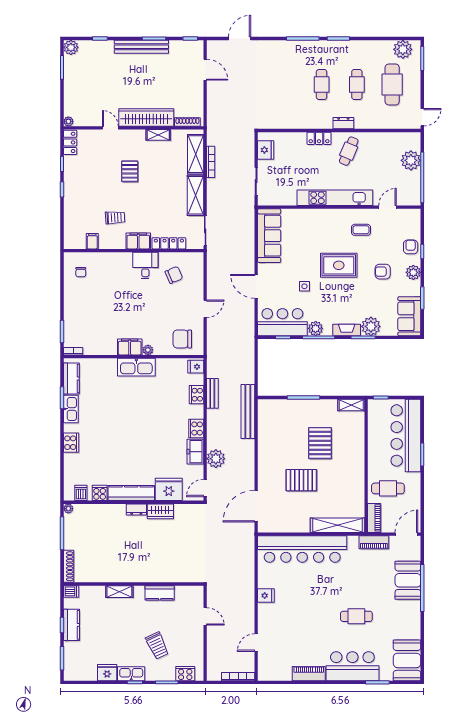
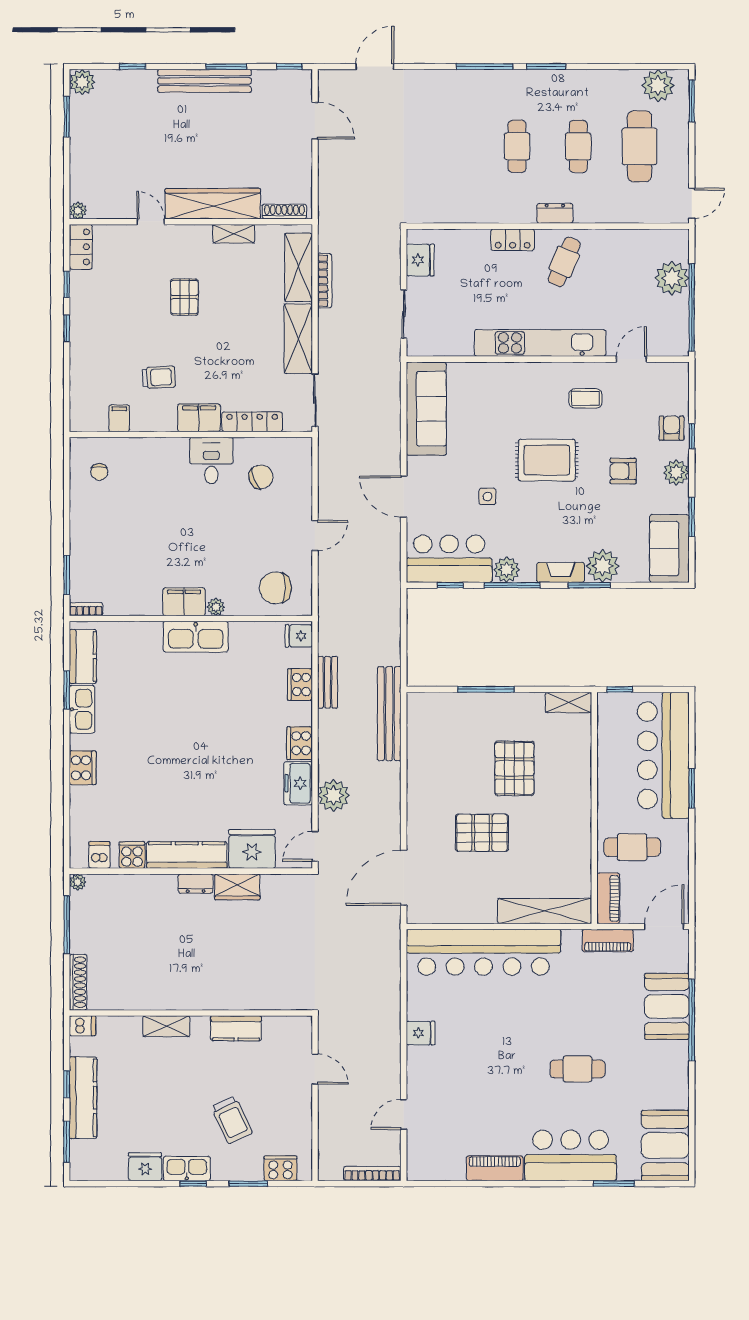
kitchen counter: (71, 625) -> (83, 1098), width x1.50

